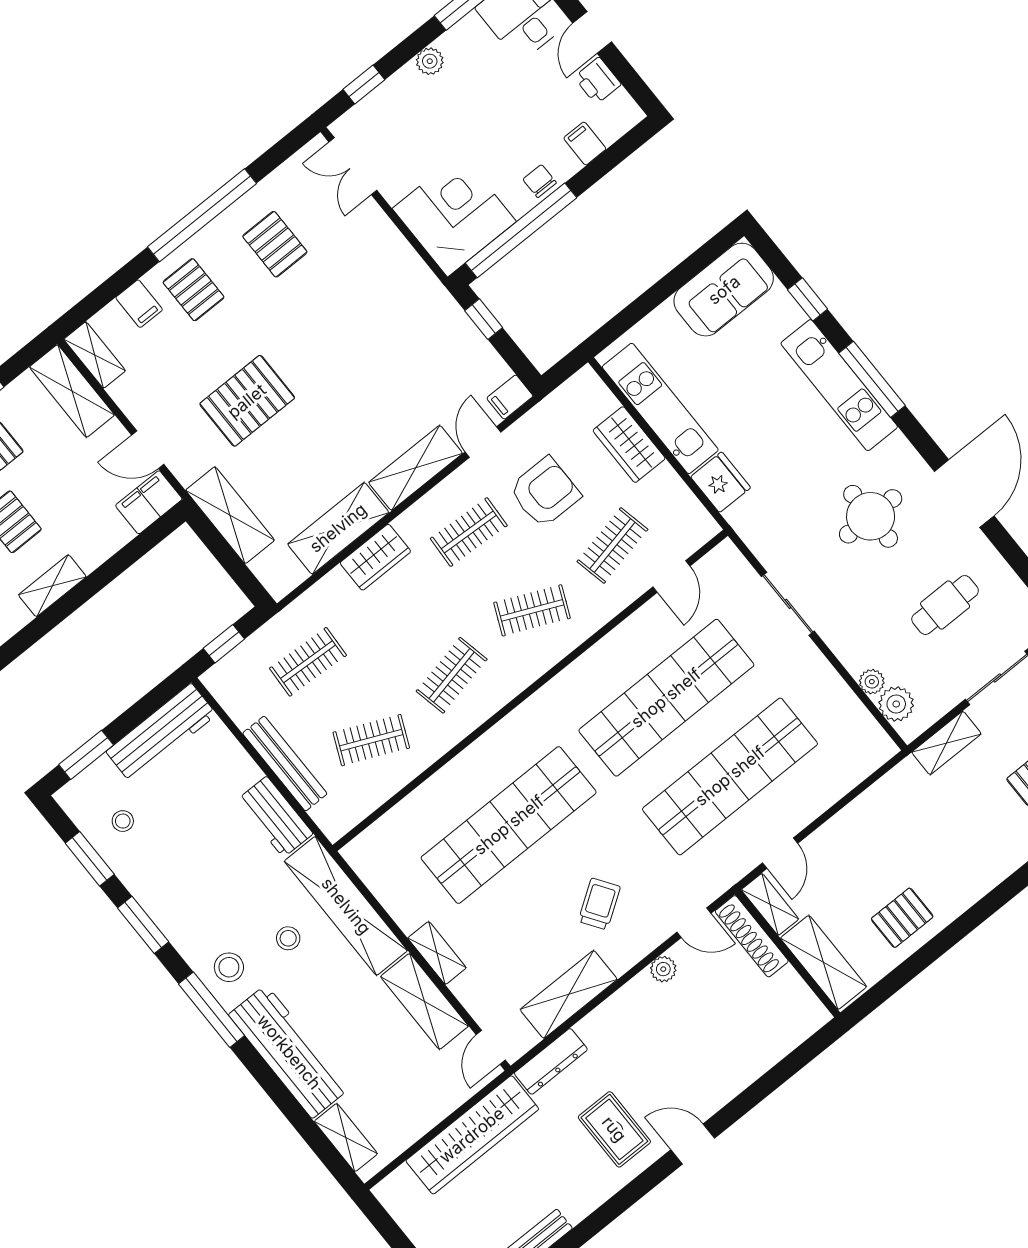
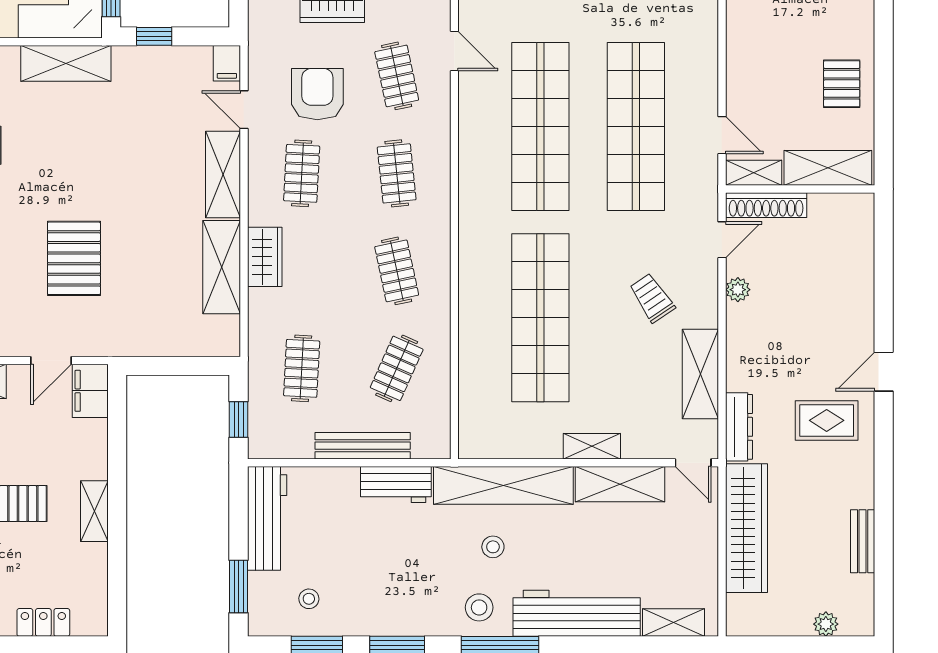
shelving: (230, 515) -> (66, 63), moved
clothes rail: (532, 610) -> (397, 173), turned -30

